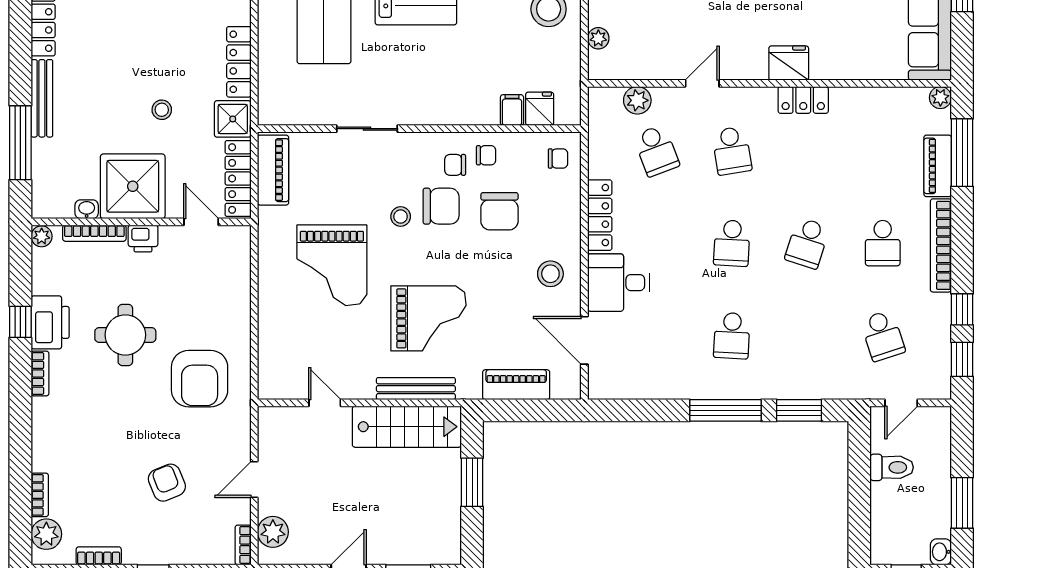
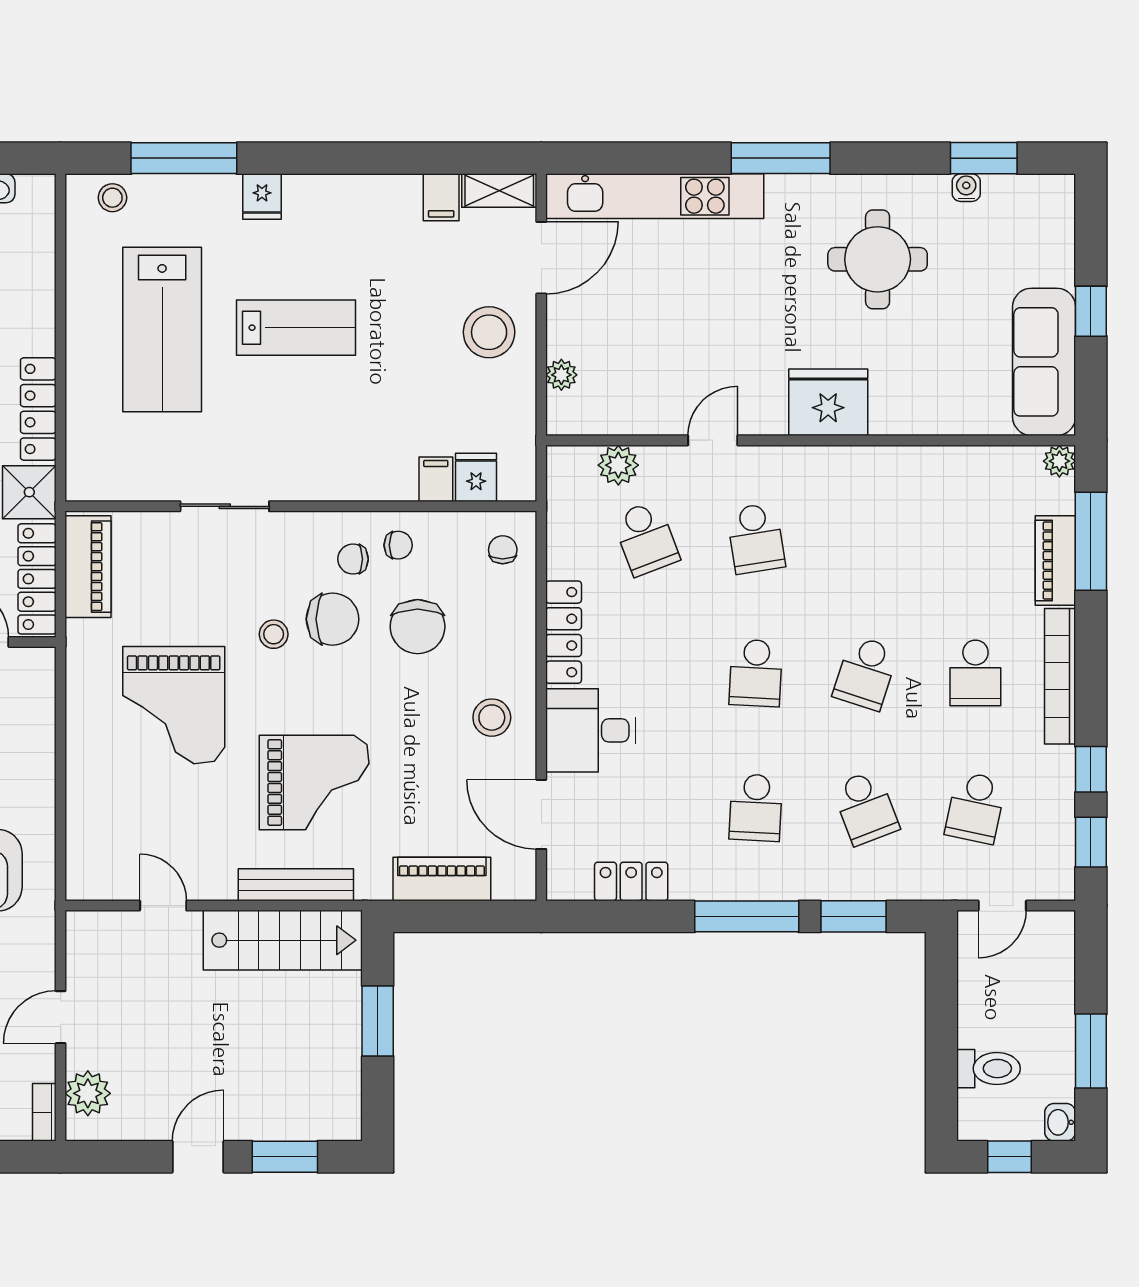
fridge: (789, 63) -> (828, 402), width x1.36, depth x1.34
locker: (803, 100) -> (631, 881), moved, turned 180
chair: (558, 158) -> (503, 550), turned -90
school desk: (807, 336) -> (866, 808), added
school desk: (883, 336) -> (975, 808), turned 30
toilet: (892, 467) -> (989, 1069), moved

